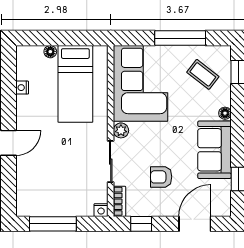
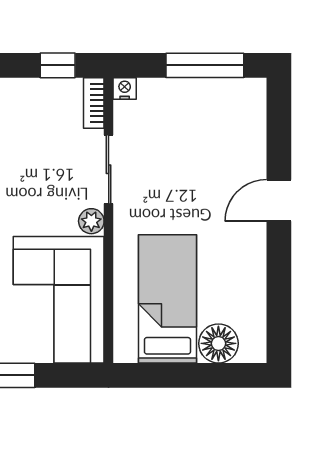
floor lamp: (50, 52) -> (218, 343), width x1.89, depth x1.89
nightstand: (22, 88) -> (256, 293), removed
armchair: (161, 177) -> (24, 144), removed

